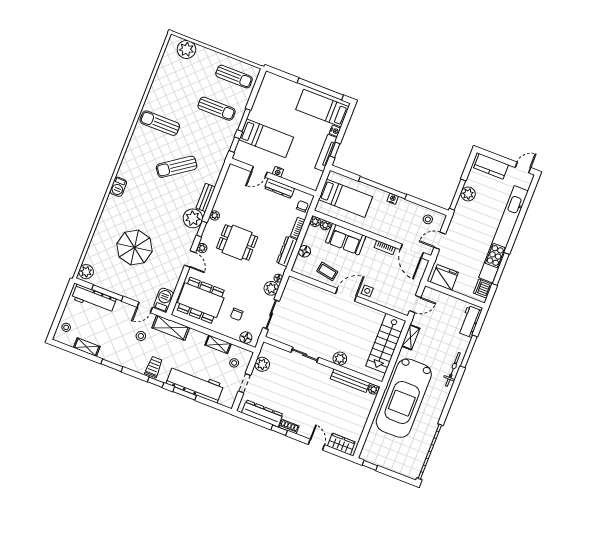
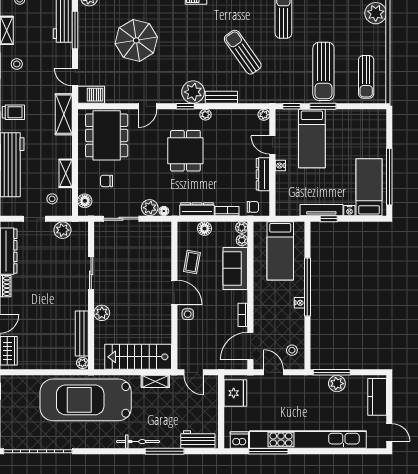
sun lounger: (217, 109) -> (323, 71), width x1.36, depth x1.34
plant: (202, 248) -> (264, 115), moved
stool: (141, 336) -> (17, 64), moved

